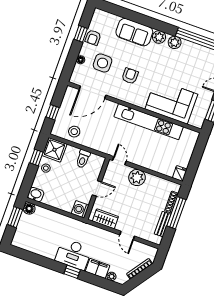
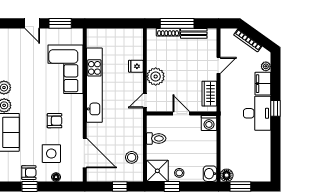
armchair: (130, 76) -> (55, 121), turned 180
fridge: (180, 173) -> (136, 66), moved

